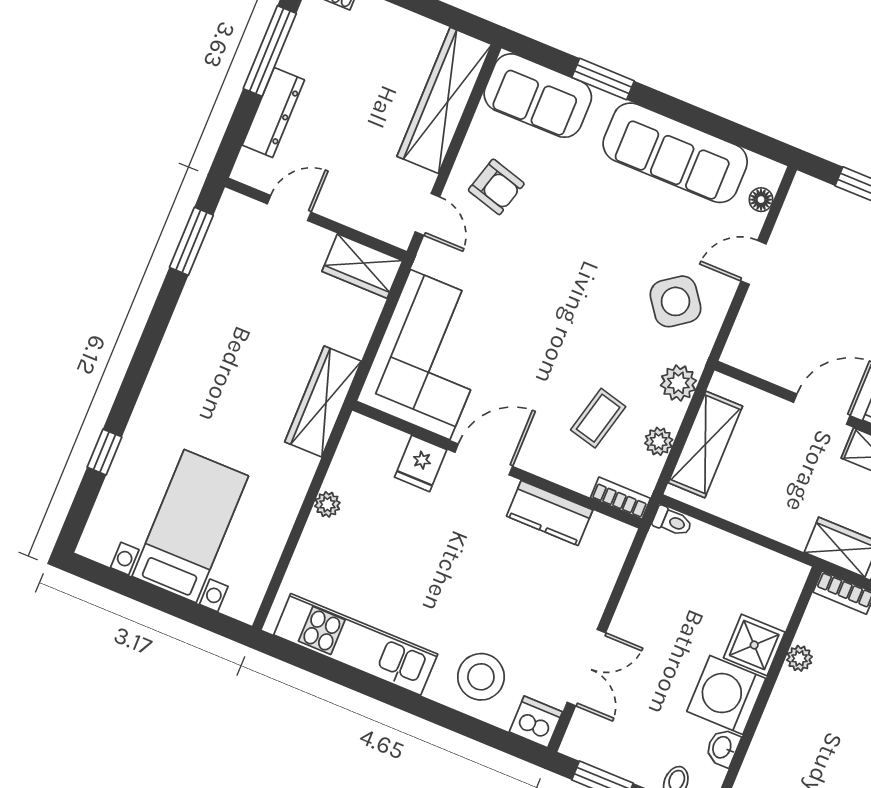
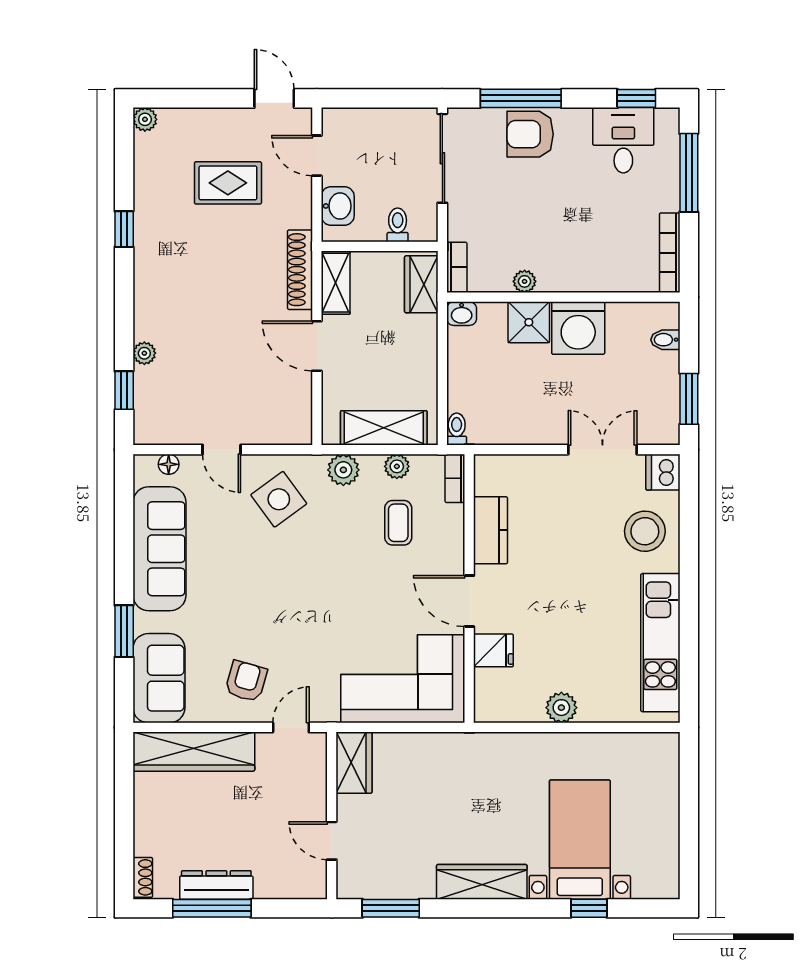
dresser: (273, 113) -> (216, 885), moved
wardrobe: (323, 401) -> (482, 882), moved, turned 180
coffee table: (598, 418) -> (398, 523), turned 76
plant: (327, 504) -> (561, 708), width x1.38, depth x1.38
bed with nightstands: (190, 526) -> (580, 840), moved, turned 90
washbasin: (723, 748) -> (462, 314), moved

